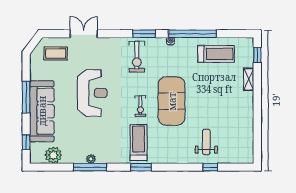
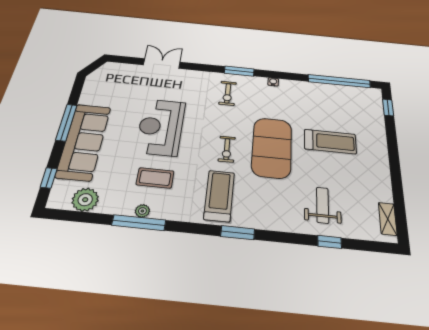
window: (192, 34) -> (339, 81), moved
coffee table: (56, 53) -> (155, 178), moved
treadmill: (216, 54) -> (330, 142), moved
exercise bike: (137, 57) -> (228, 93), width x0.73, depth x0.72
shelving: (249, 79) -> (388, 219), moved
reception desk: (92, 93) -> (161, 127), turned 180
window: (141, 167) -> (238, 233), moved

